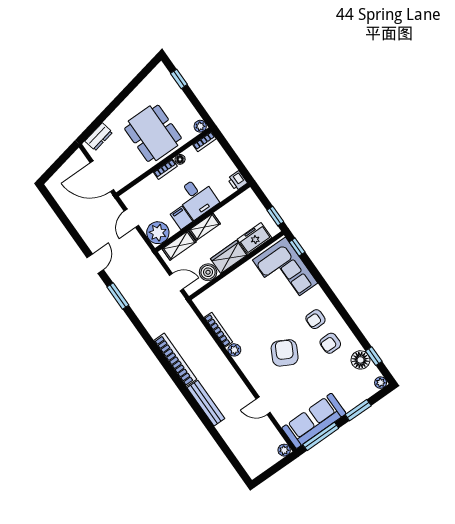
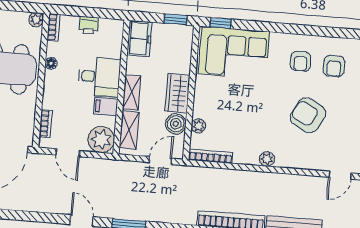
bookcase: (165, 169) -> (46, 124), moved
printer: (237, 181) -> (89, 25), moved
freezer: (254, 239) -> (139, 39), moved, turned 180
plant: (219, 288) -> (198, 126), added
bookcase: (218, 330) -> (211, 156), moved

